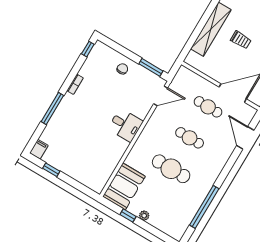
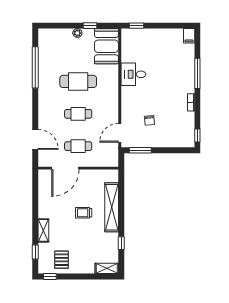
chair: (122, 69) -> (149, 120), moved
desk: (125, 125) -> (133, 74), moved
window: (51, 170) -> (136, 26), moved

